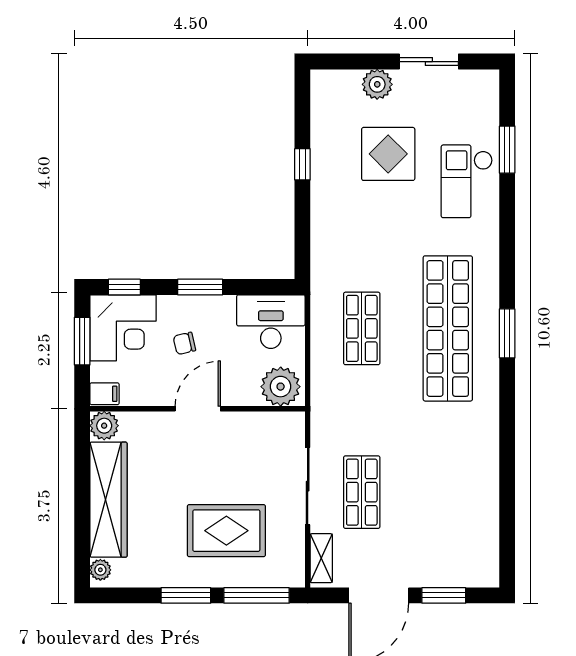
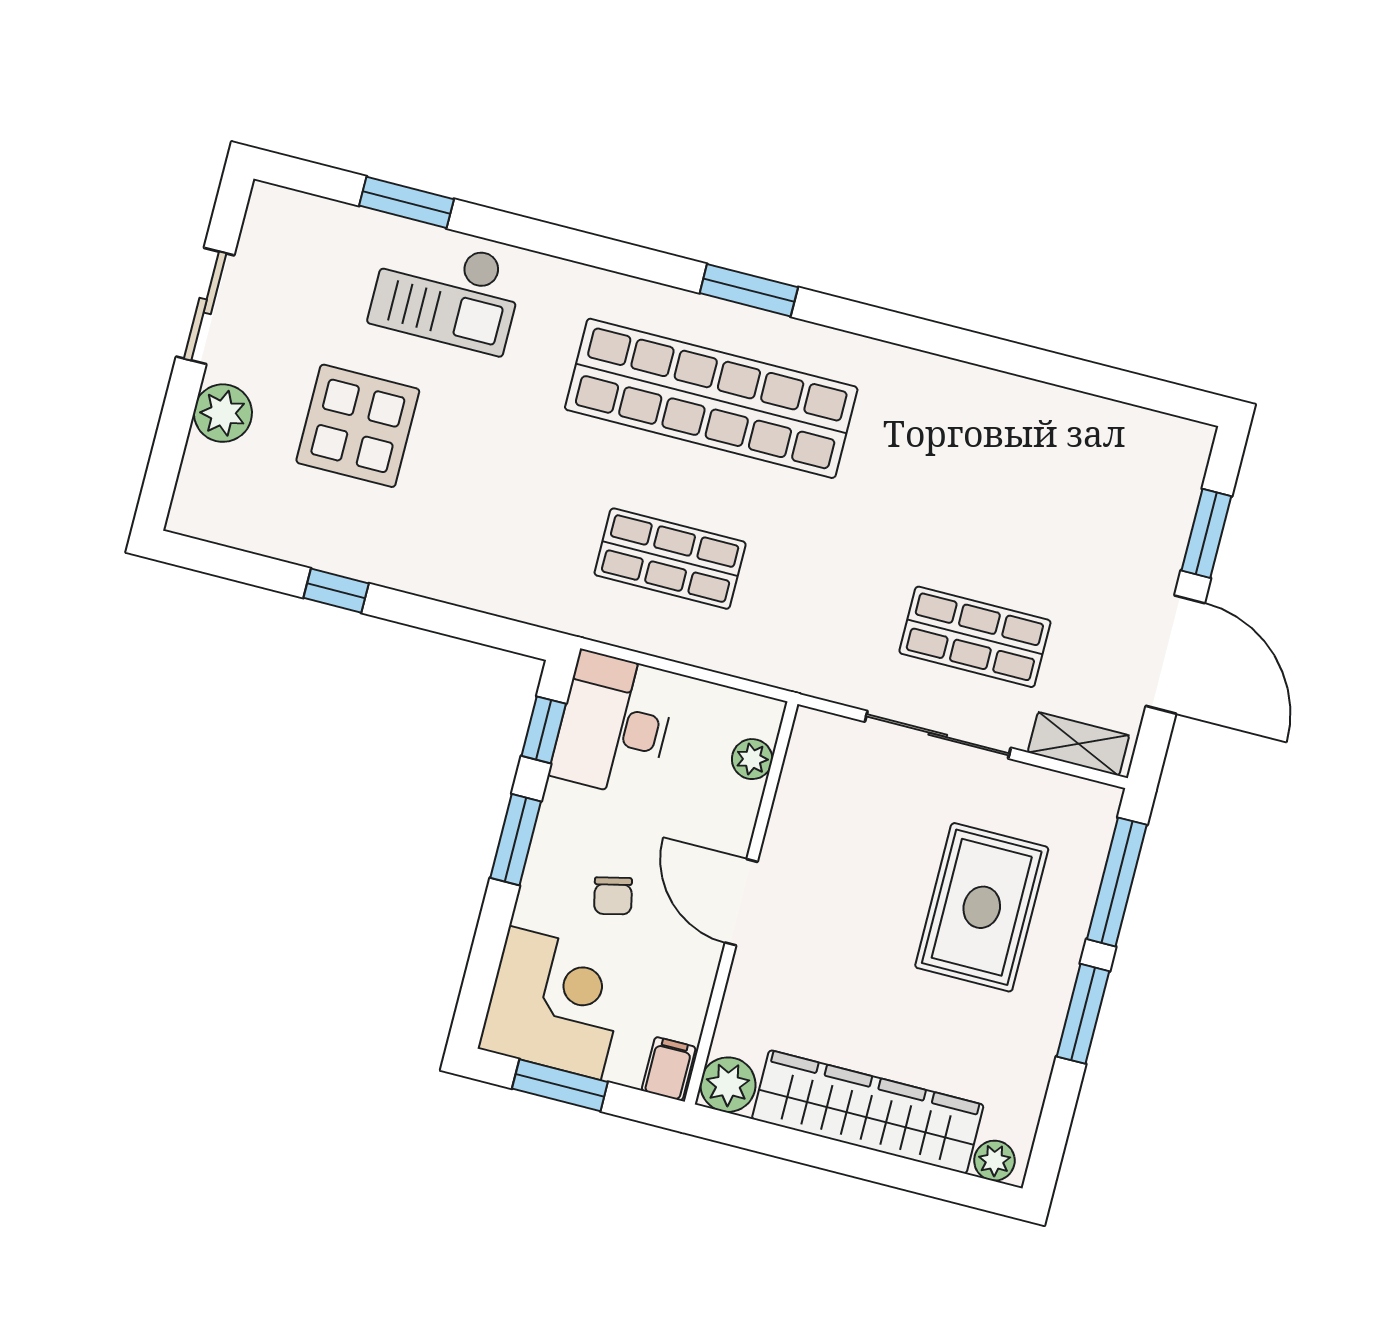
window: (124, 287) -> (544, 730), moved
plant: (281, 387) -> (752, 759), width x0.53, depth x0.53

